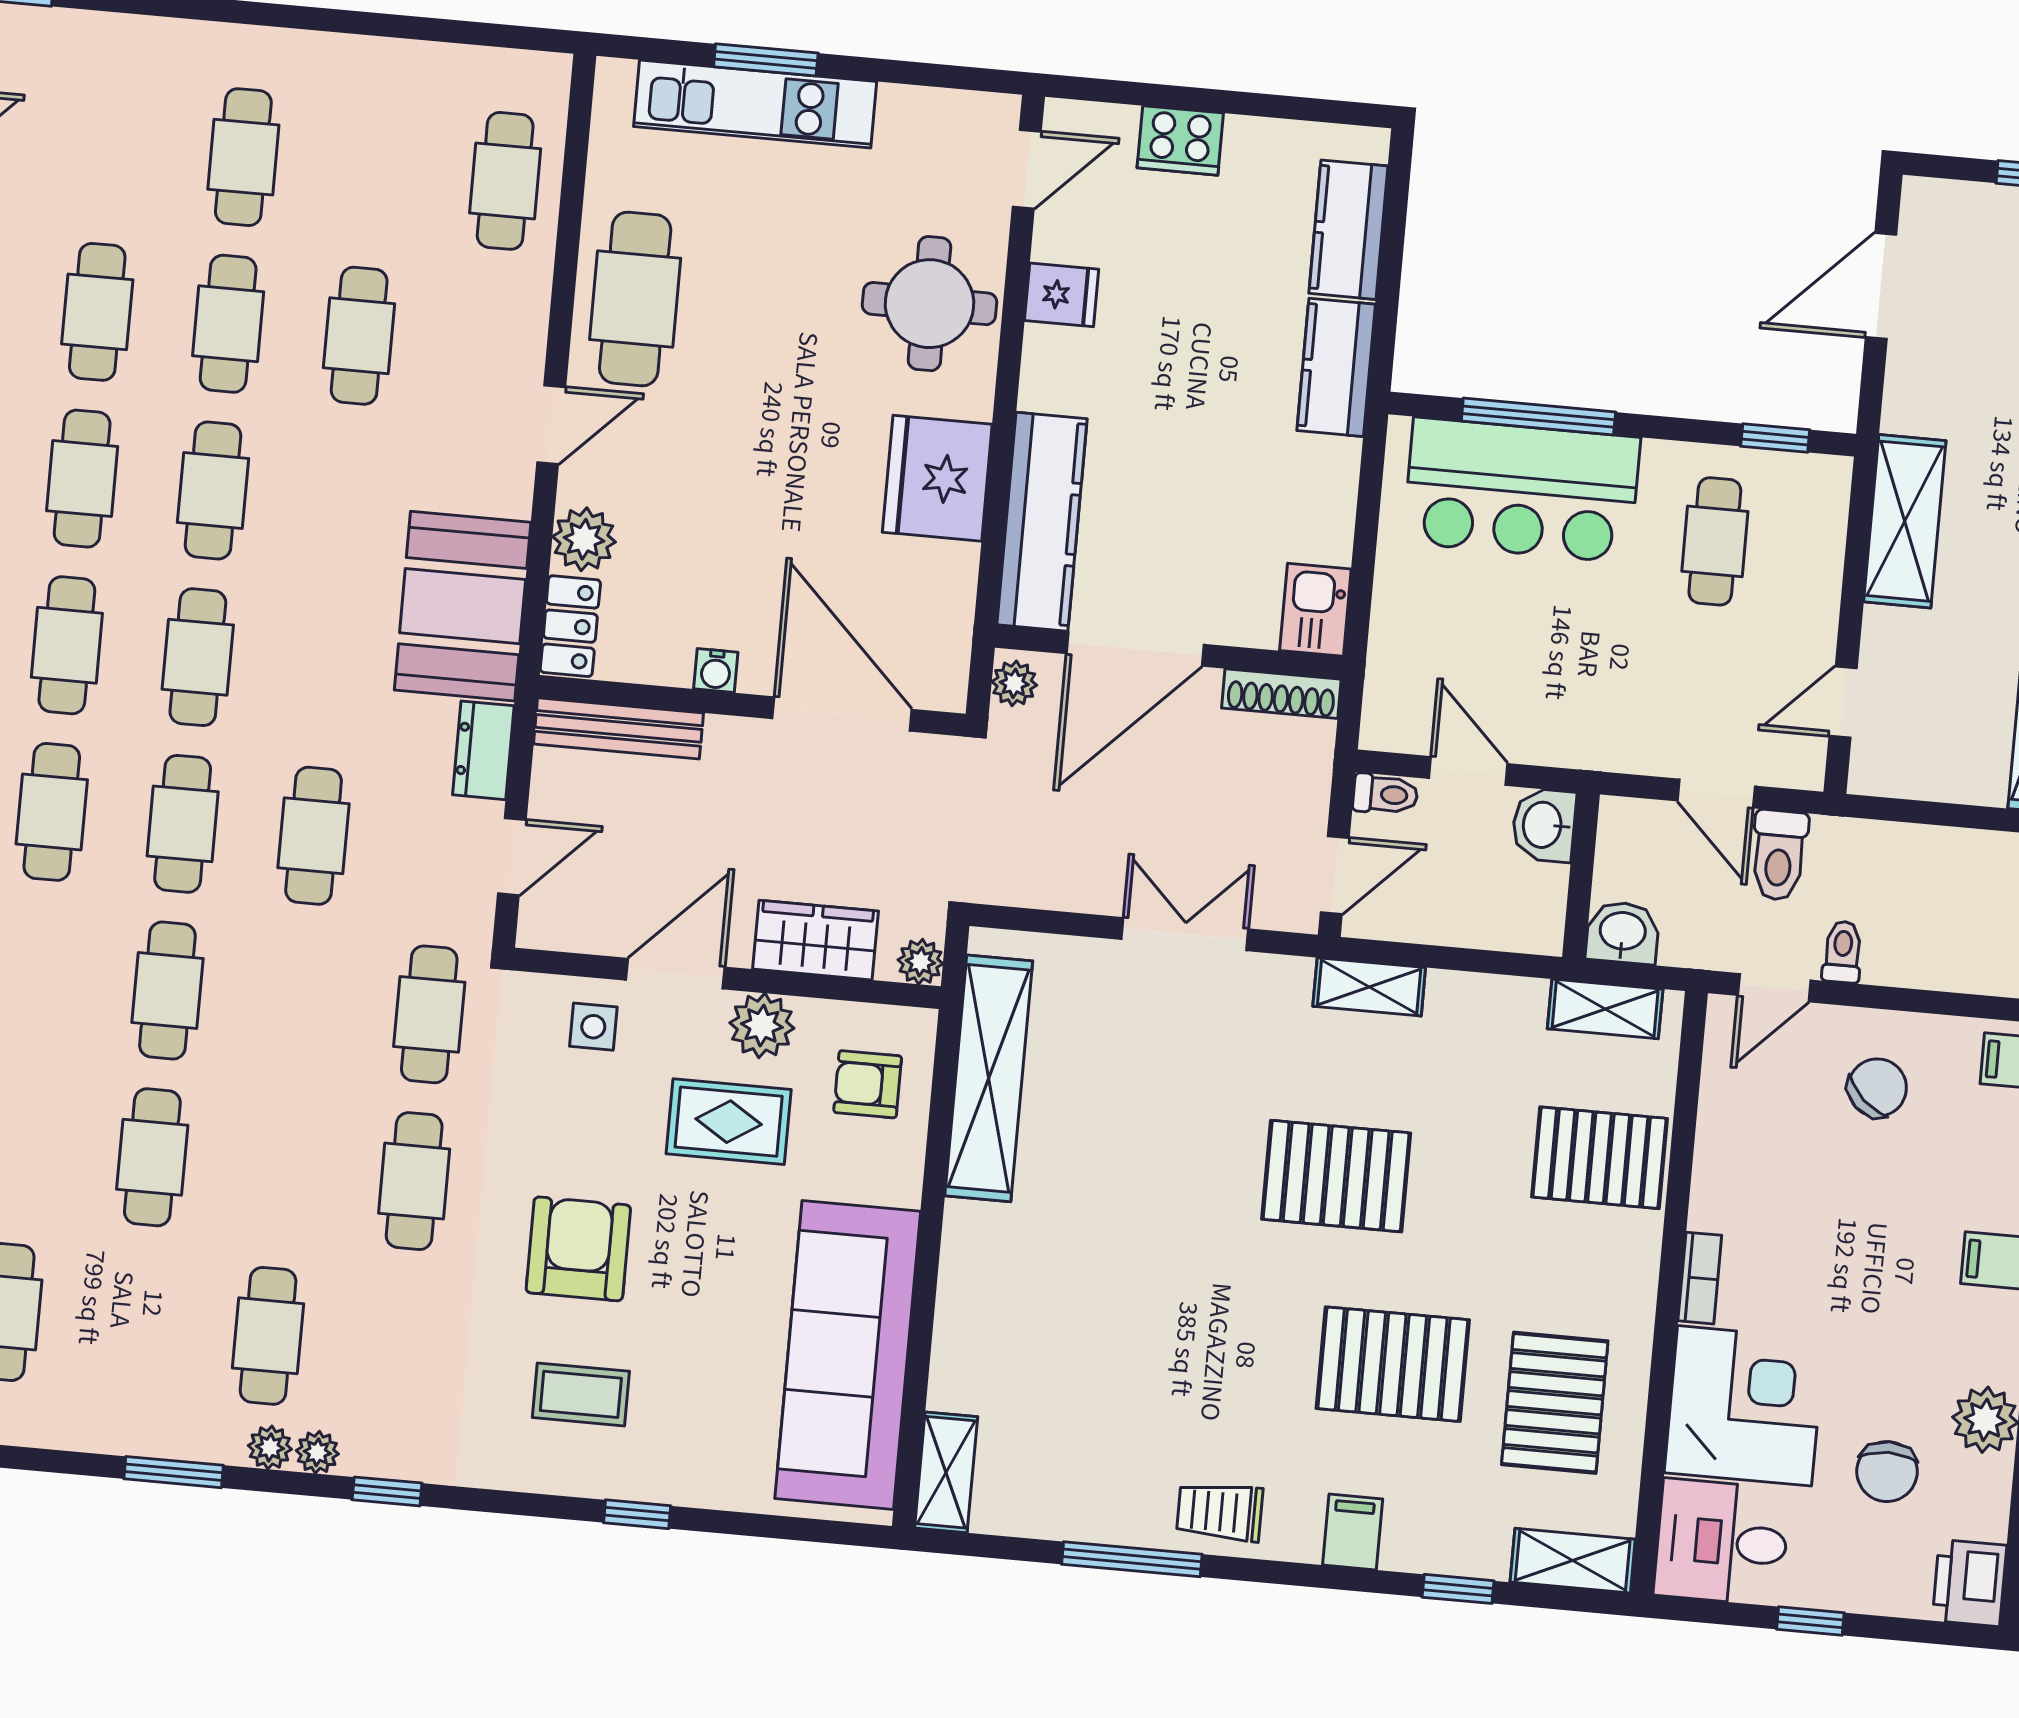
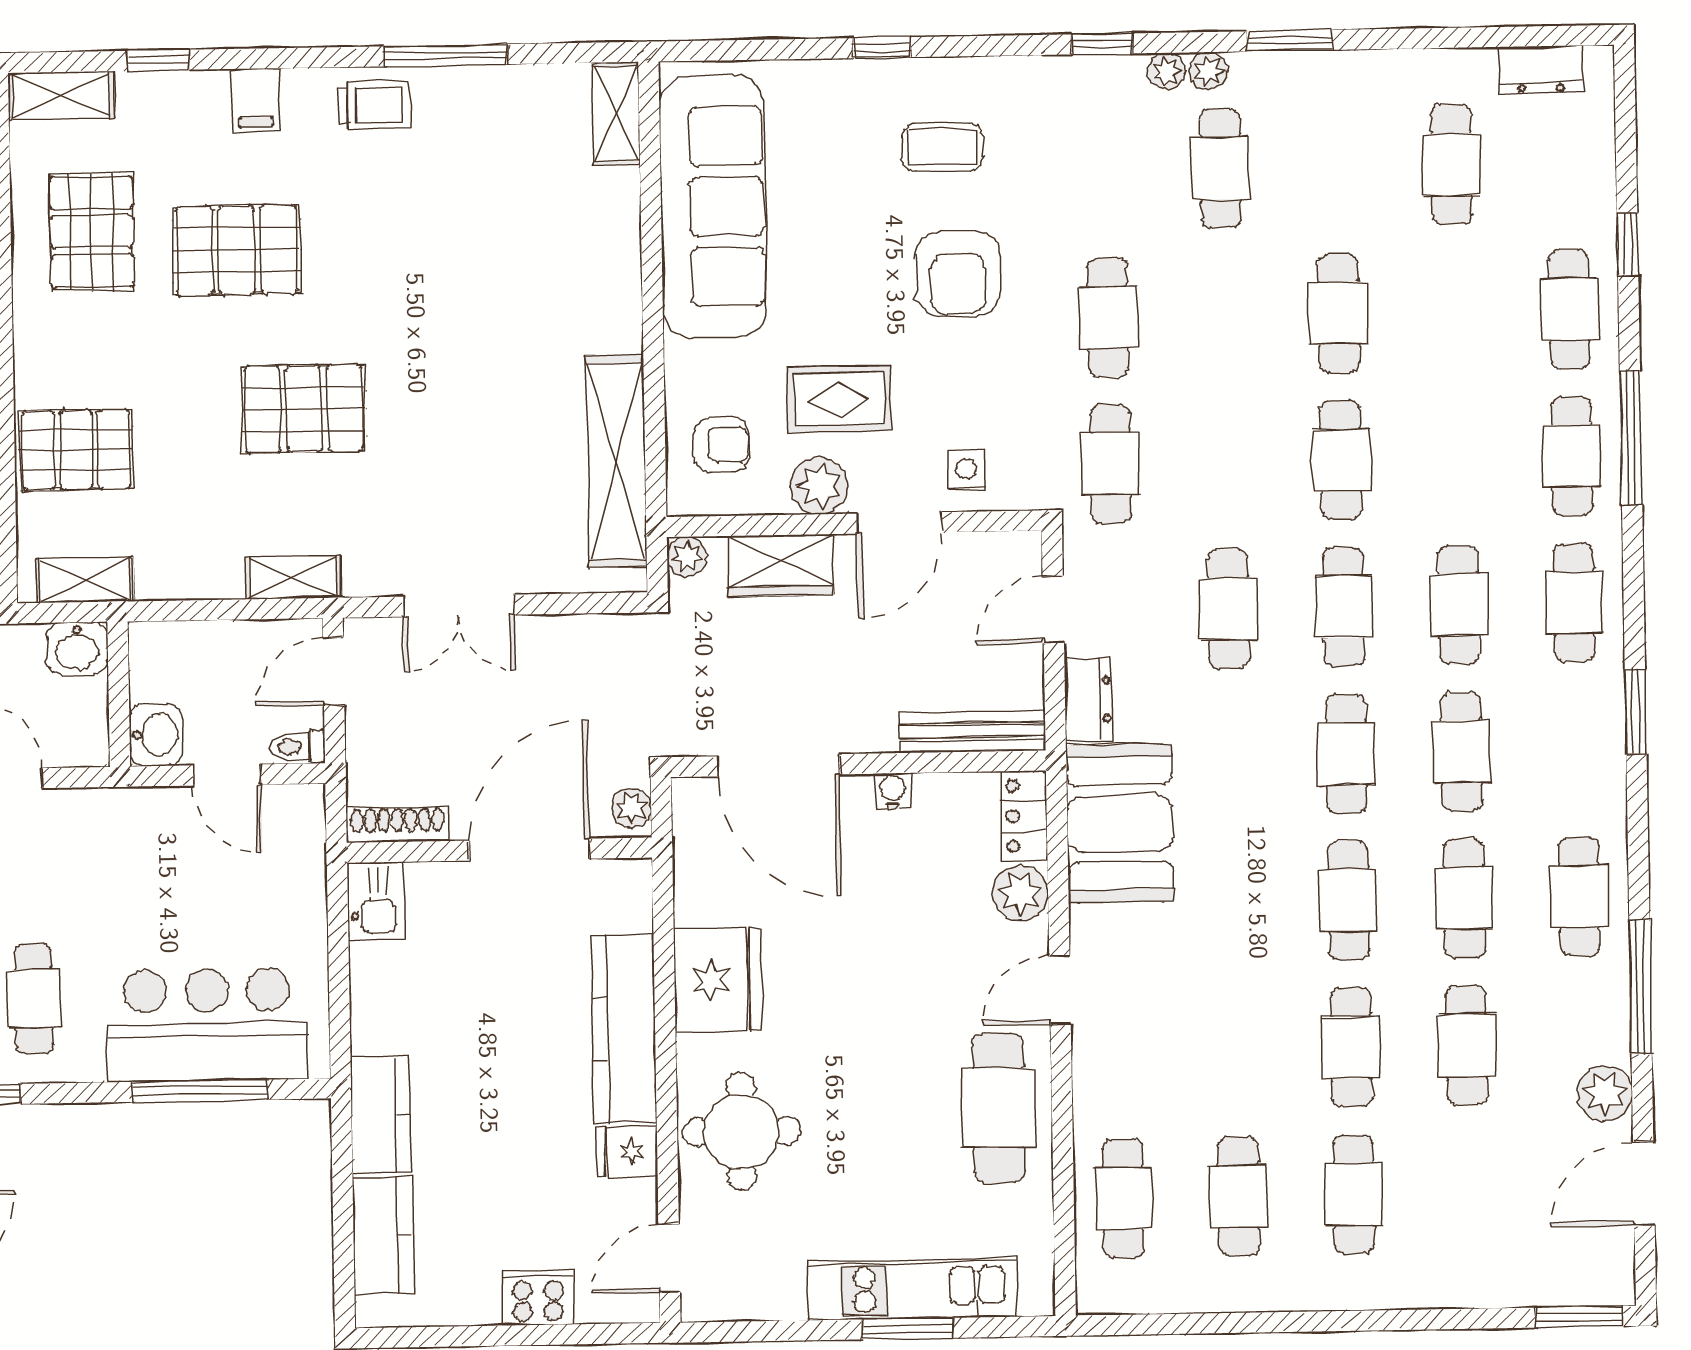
cafe table: (359, 336) -> (1239, 1196), moved
kitchen counter: (1042, 522) -> (624, 1029), moved

